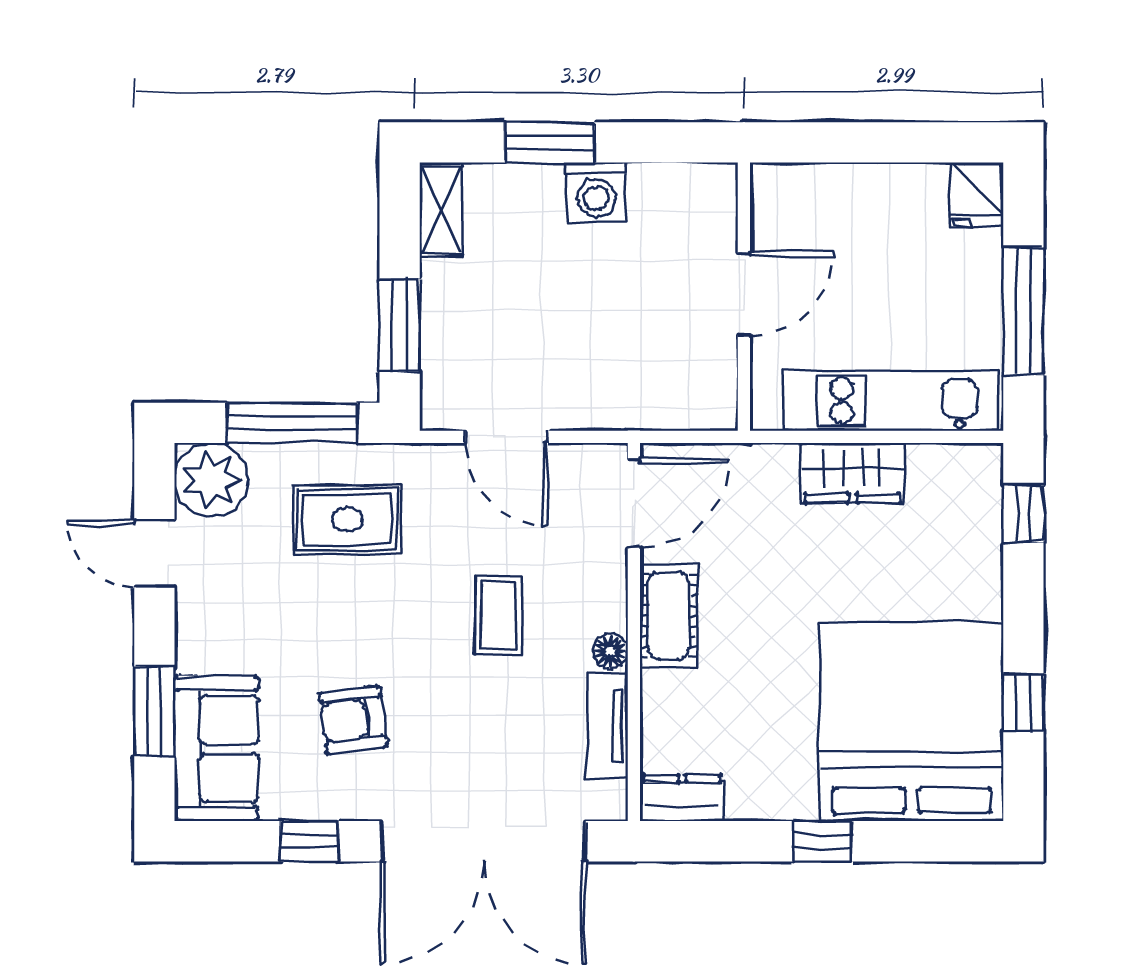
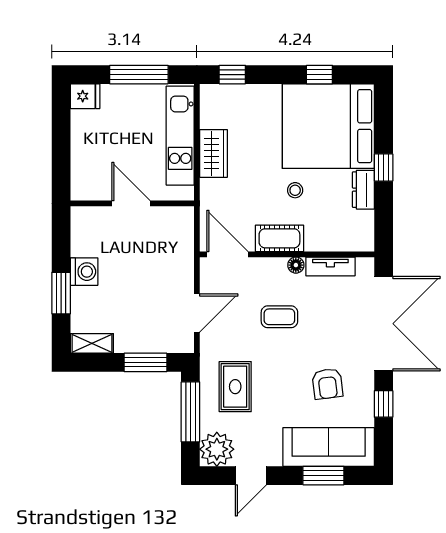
stool: (773, 650) -> (295, 190), added
sofa: (216, 749) -> (329, 447), width x1.36
dresser: (682, 798) -> (363, 190), moved

